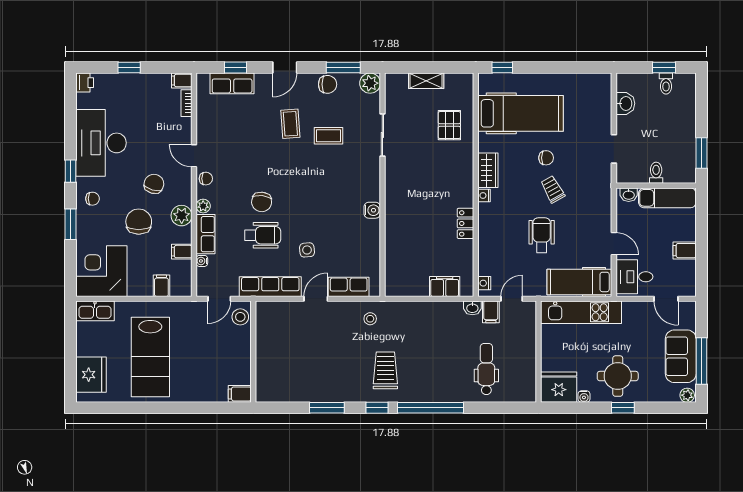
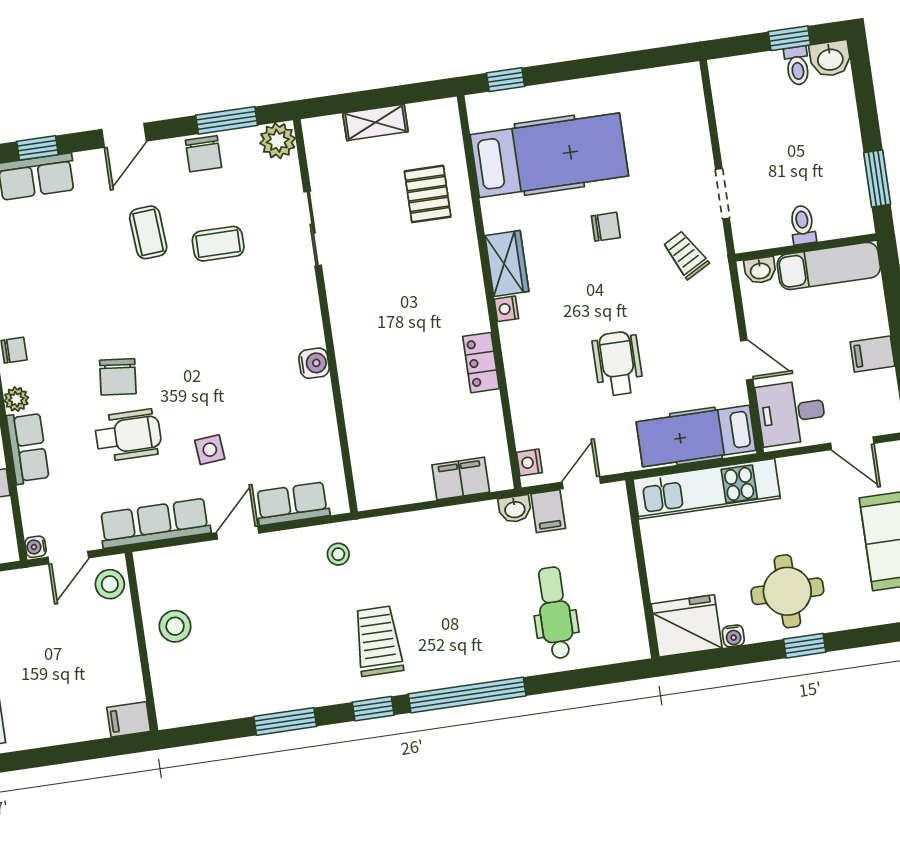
chair: (328, 84) -> (203, 154), turned 90
washbasin: (625, 103) -> (830, 59), moved, turned 90
trolley: (553, 189) -> (686, 255), moved
water cooler: (202, 261) -> (36, 547), moved
stool: (273, 346) -> (175, 626), added

